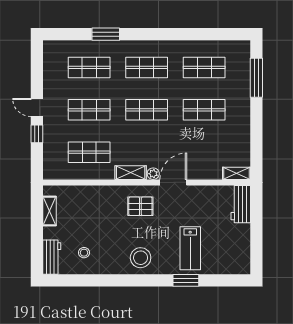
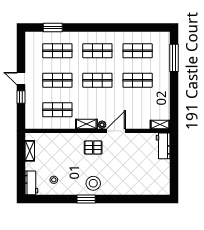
window: (106, 34) -> (53, 28), moved
lab bench: (190, 248) -> (128, 177), removed
window: (186, 280) -> (86, 199), moved

